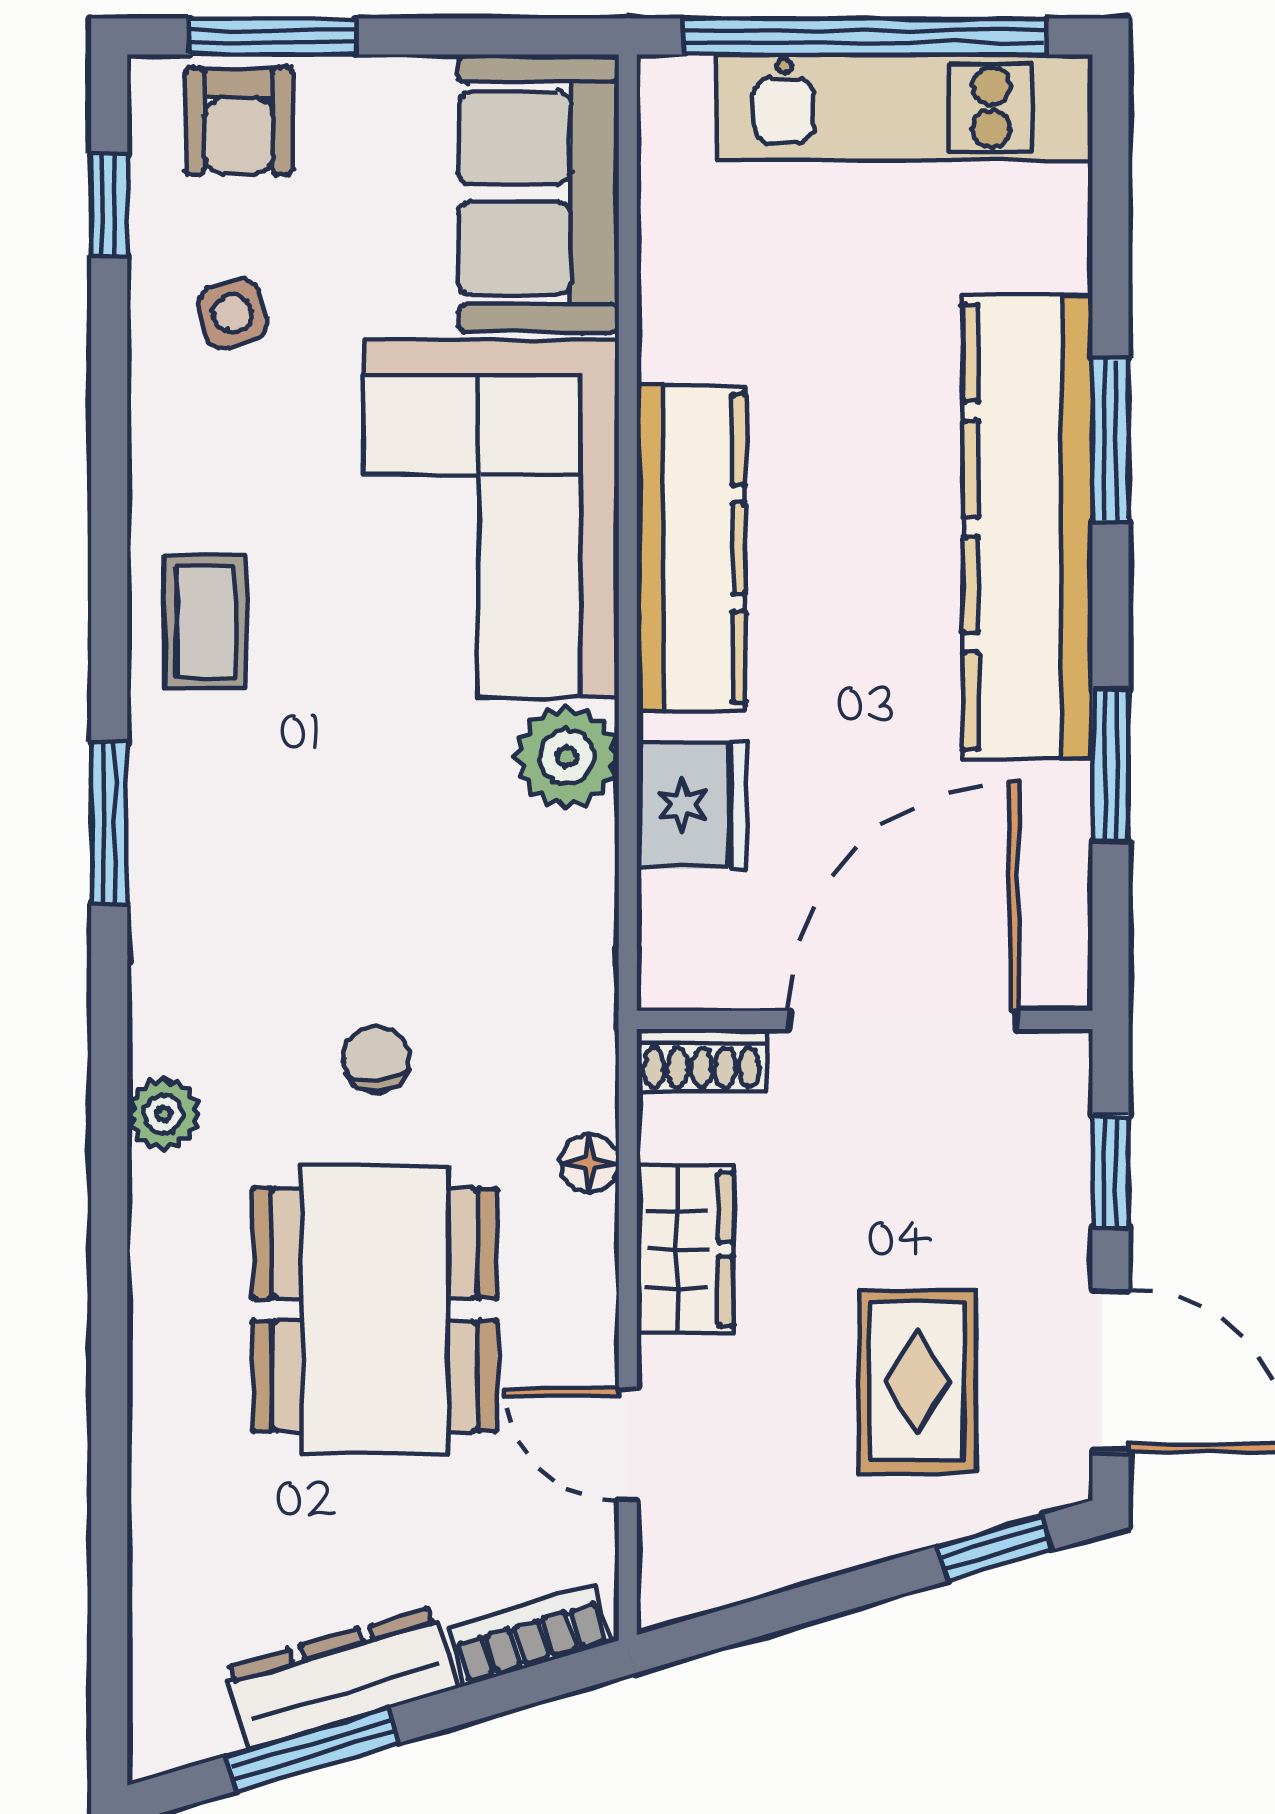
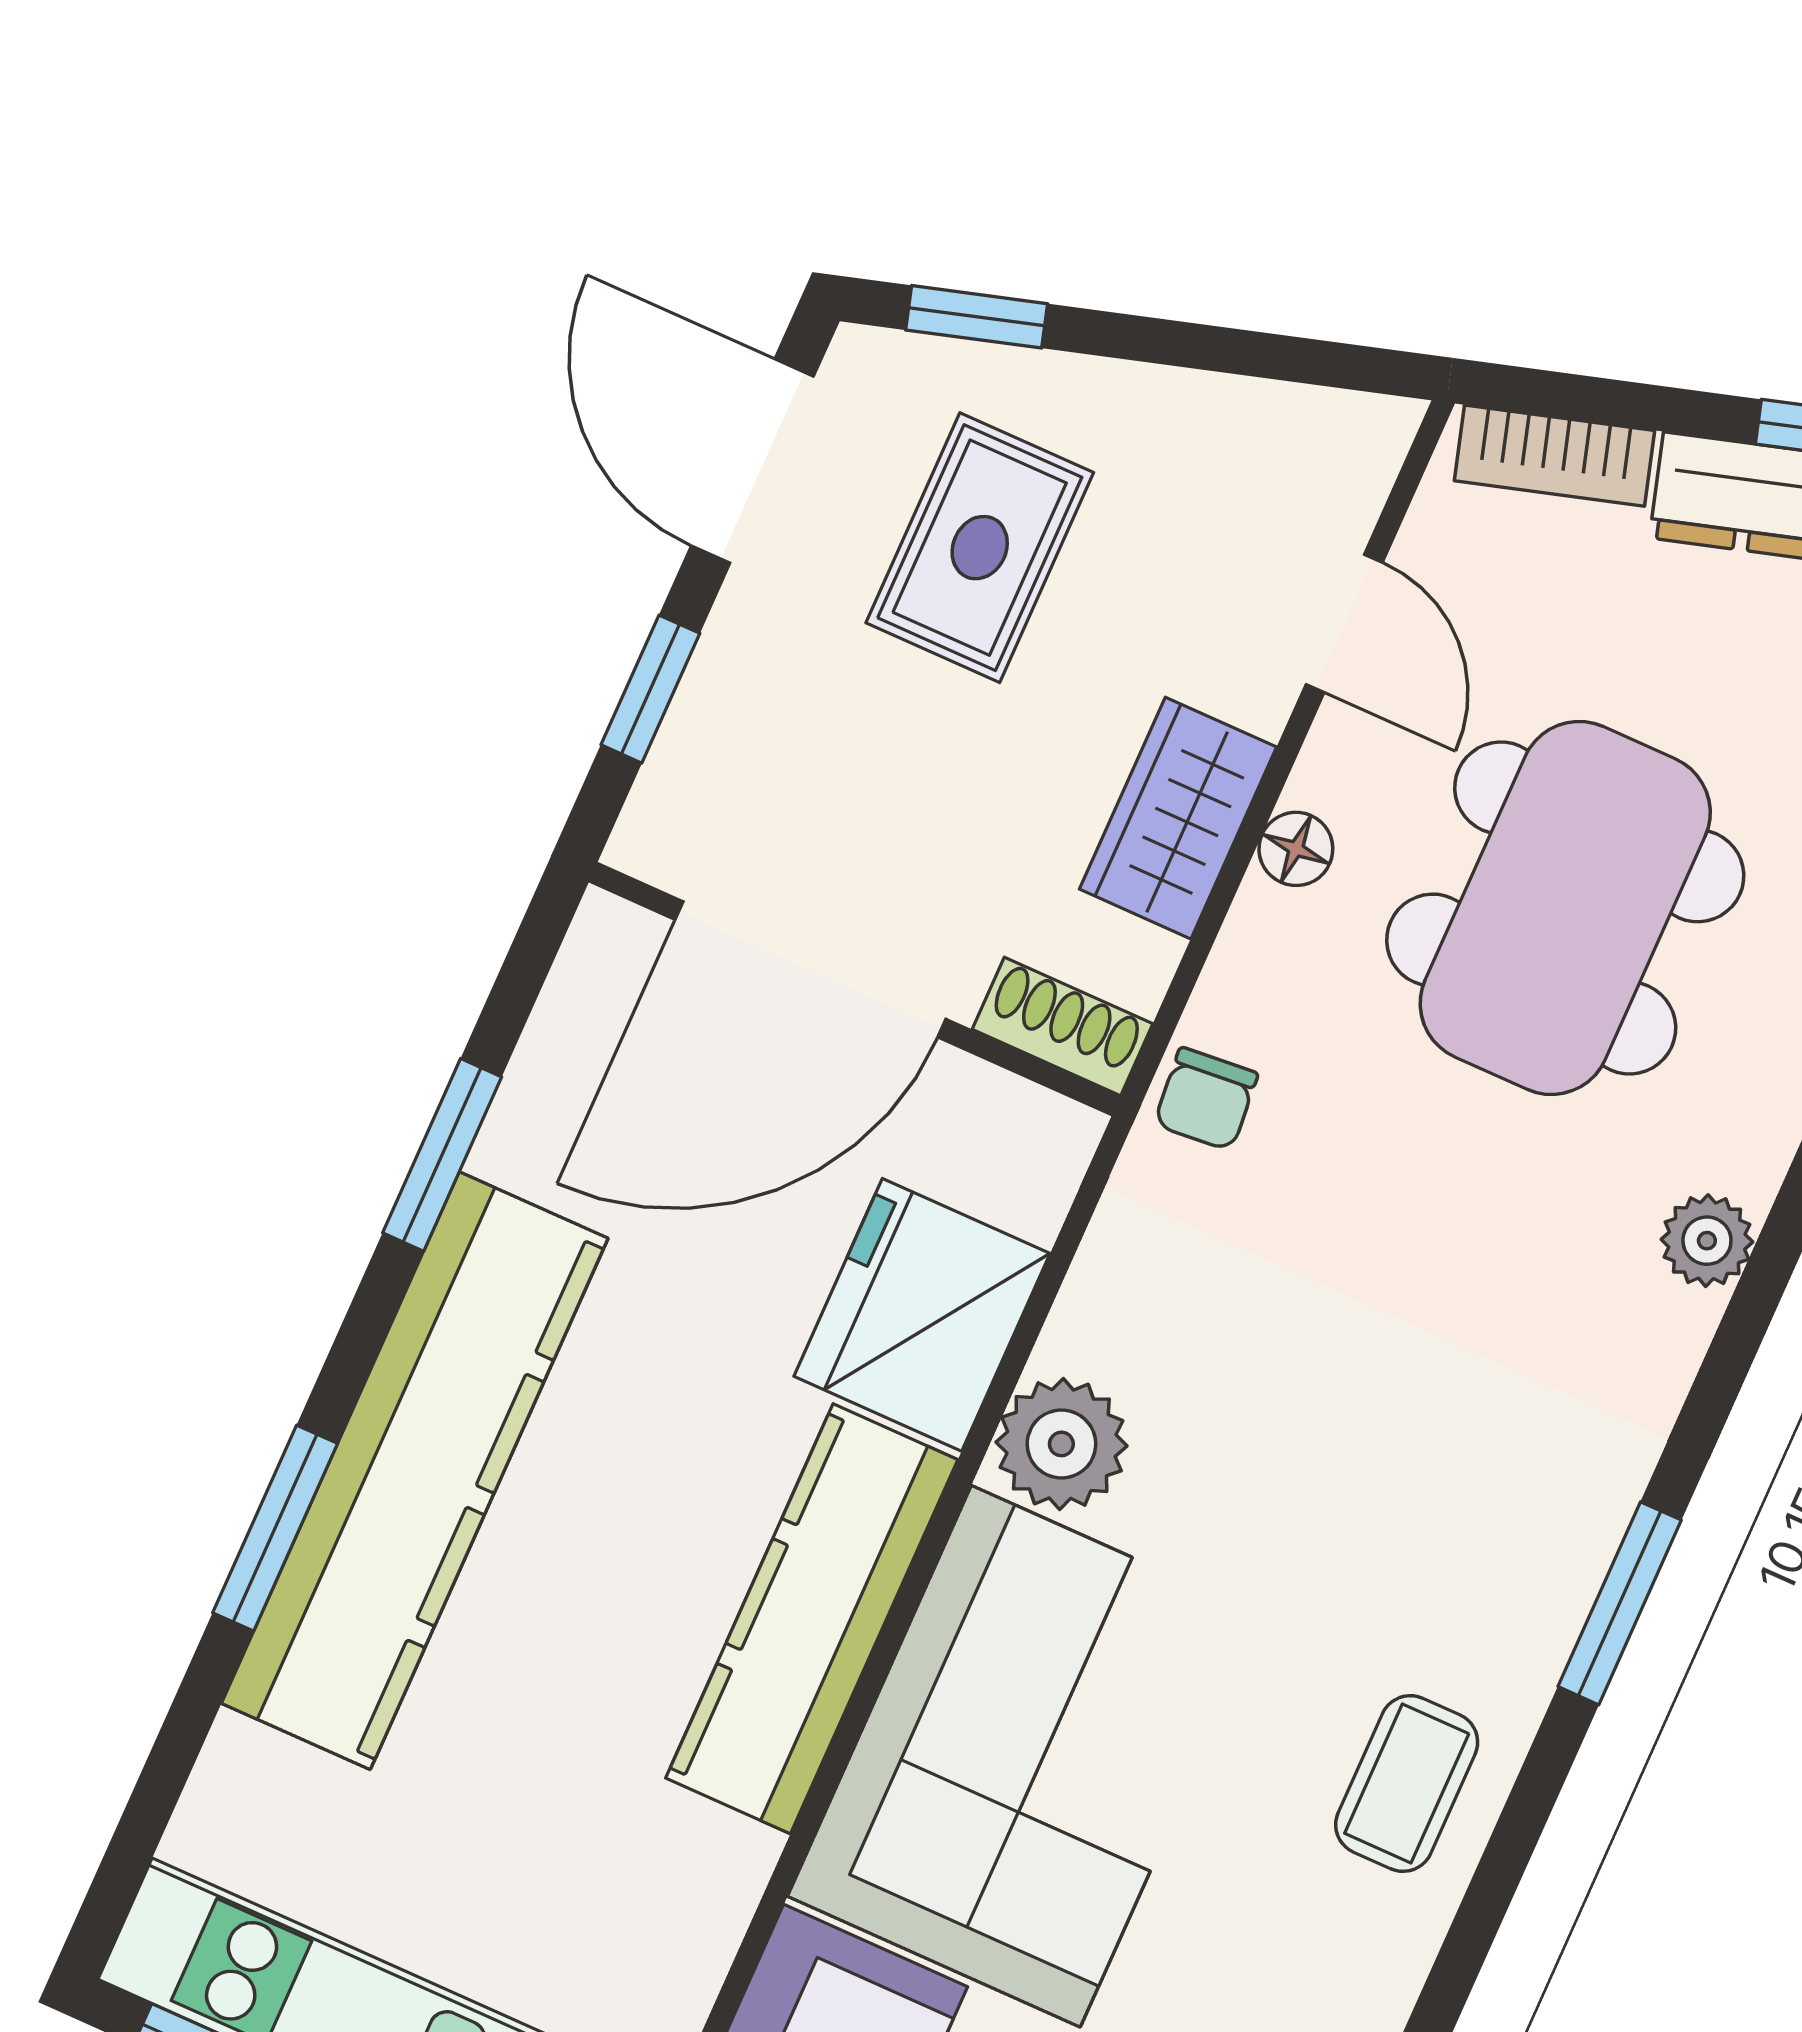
fridge: (691, 805) -> (922, 1315), width x1.36, depth x1.34
chair: (376, 1059) -> (1206, 1099), moved
floor lamp: (590, 1163) -> (1296, 849), moved

